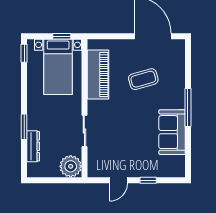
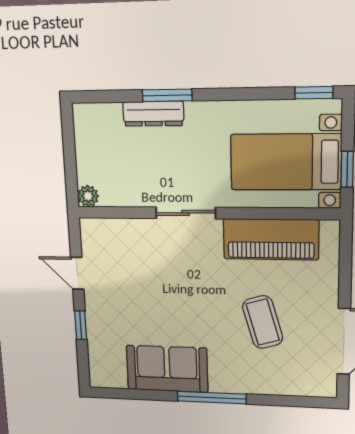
sliding door: (84, 131) -> (186, 213), moved
dresser: (33, 146) -> (153, 114), moved
plant: (71, 166) -> (88, 196), width x0.53, depth x0.53

